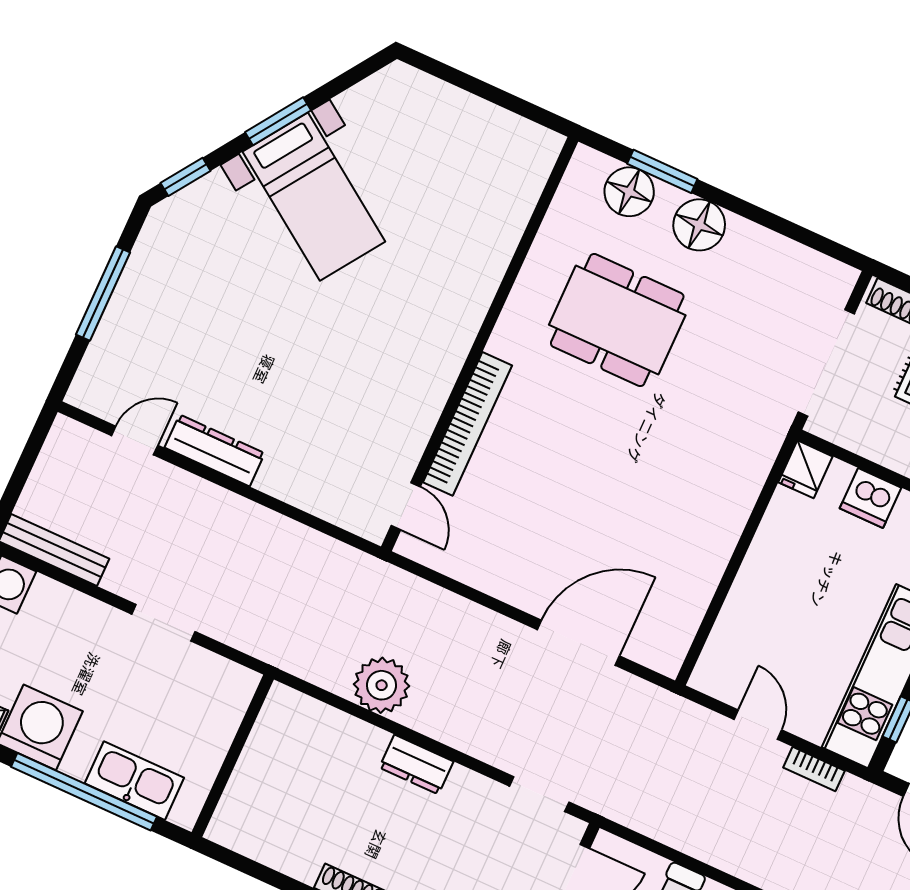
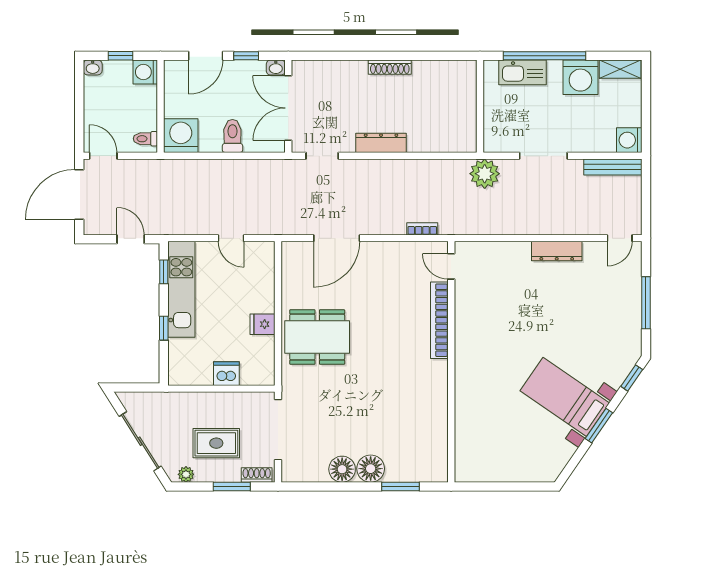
floor lamp: (629, 192) -> (342, 469), moved
dining table: (617, 320) -> (317, 337), moved
door: (135, 441) -> (620, 238), moved
fridge: (805, 469) -> (263, 324), moved, turned -90
doorway: (163, 623) -> (543, 156), width x1.38
plant: (382, 685) -> (485, 174), moved
dresser: (416, 764) -> (381, 143), width x1.44
bookcase: (814, 769) -> (422, 229), moved

